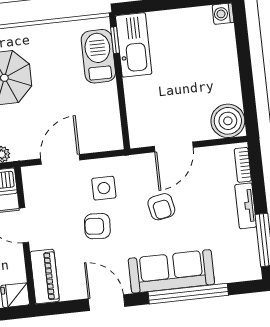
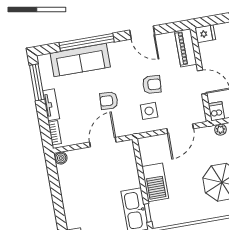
barbecue: (98, 56) -> (155, 182), moved
boiler: (228, 121) -> (61, 158), width x0.54, depth x0.54
armchair: (161, 207) -> (109, 101), turned -76
sofa: (171, 271) -> (80, 60), moved

